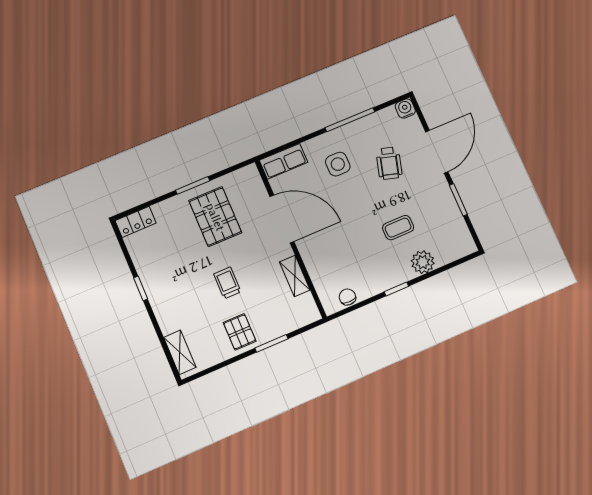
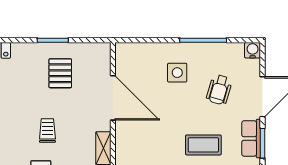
row of seats: (284, 161) -> (251, 138), moved, turned 90
pallet: (215, 217) -> (60, 73), width x0.67, depth x0.71
coffee table: (398, 228) -> (203, 145), width x1.36, depth x1.30

